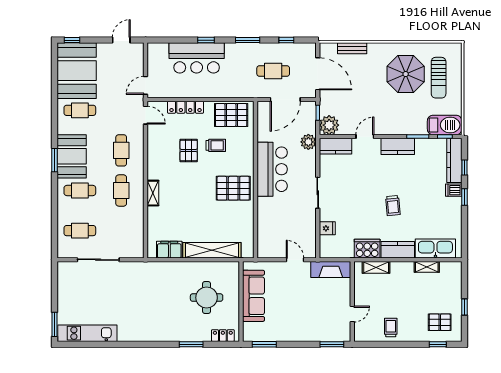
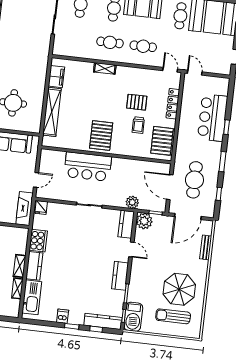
cafe table: (273, 71) -> (194, 180), width x1.37, depth x1.35
door: (146, 115) -> (170, 70), swing flipped
bar counter: (272, 169) -> (88, 167), moved
dishwasher: (454, 190) -> (63, 316), moved
trolley: (393, 206) -> (71, 266), removed
fridge: (327, 228) -> (41, 207), moved
shelving: (376, 267) -> (20, 266), moved

